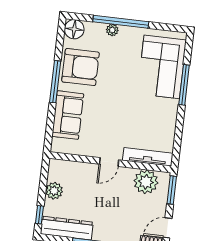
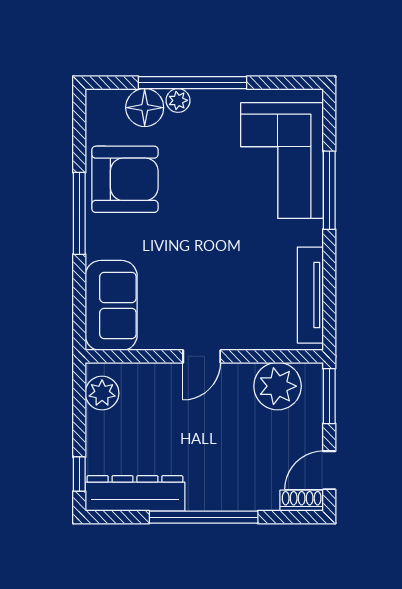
floor lamp: (74, 29) -> (145, 108), moved
sofa: (68, 115) -> (111, 305), moved
tv unit: (148, 157) -> (310, 295), moved, turned -90
plant: (54, 191) -> (102, 393), moved

